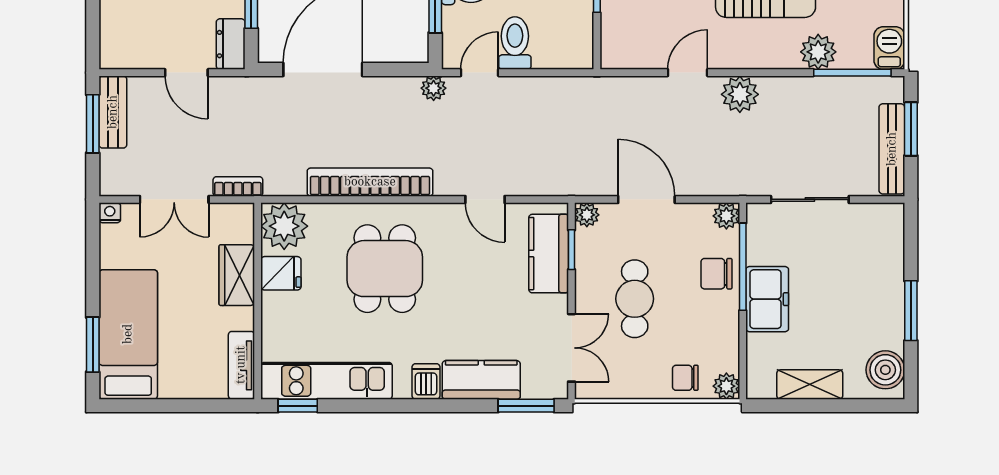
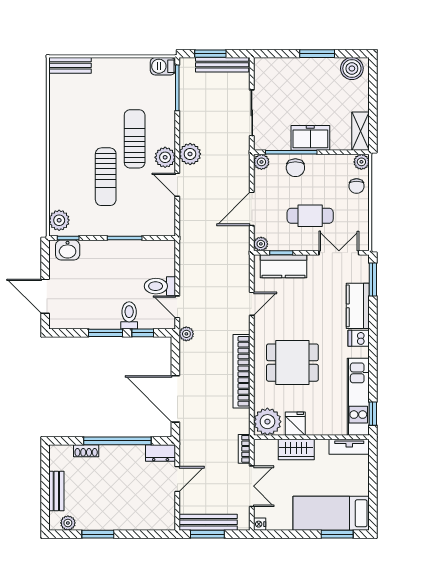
plant: (818, 52) -> (165, 157), moved
bench: (113, 112) -> (208, 522), width x1.36
shelving: (810, 385) -> (360, 131), moved

